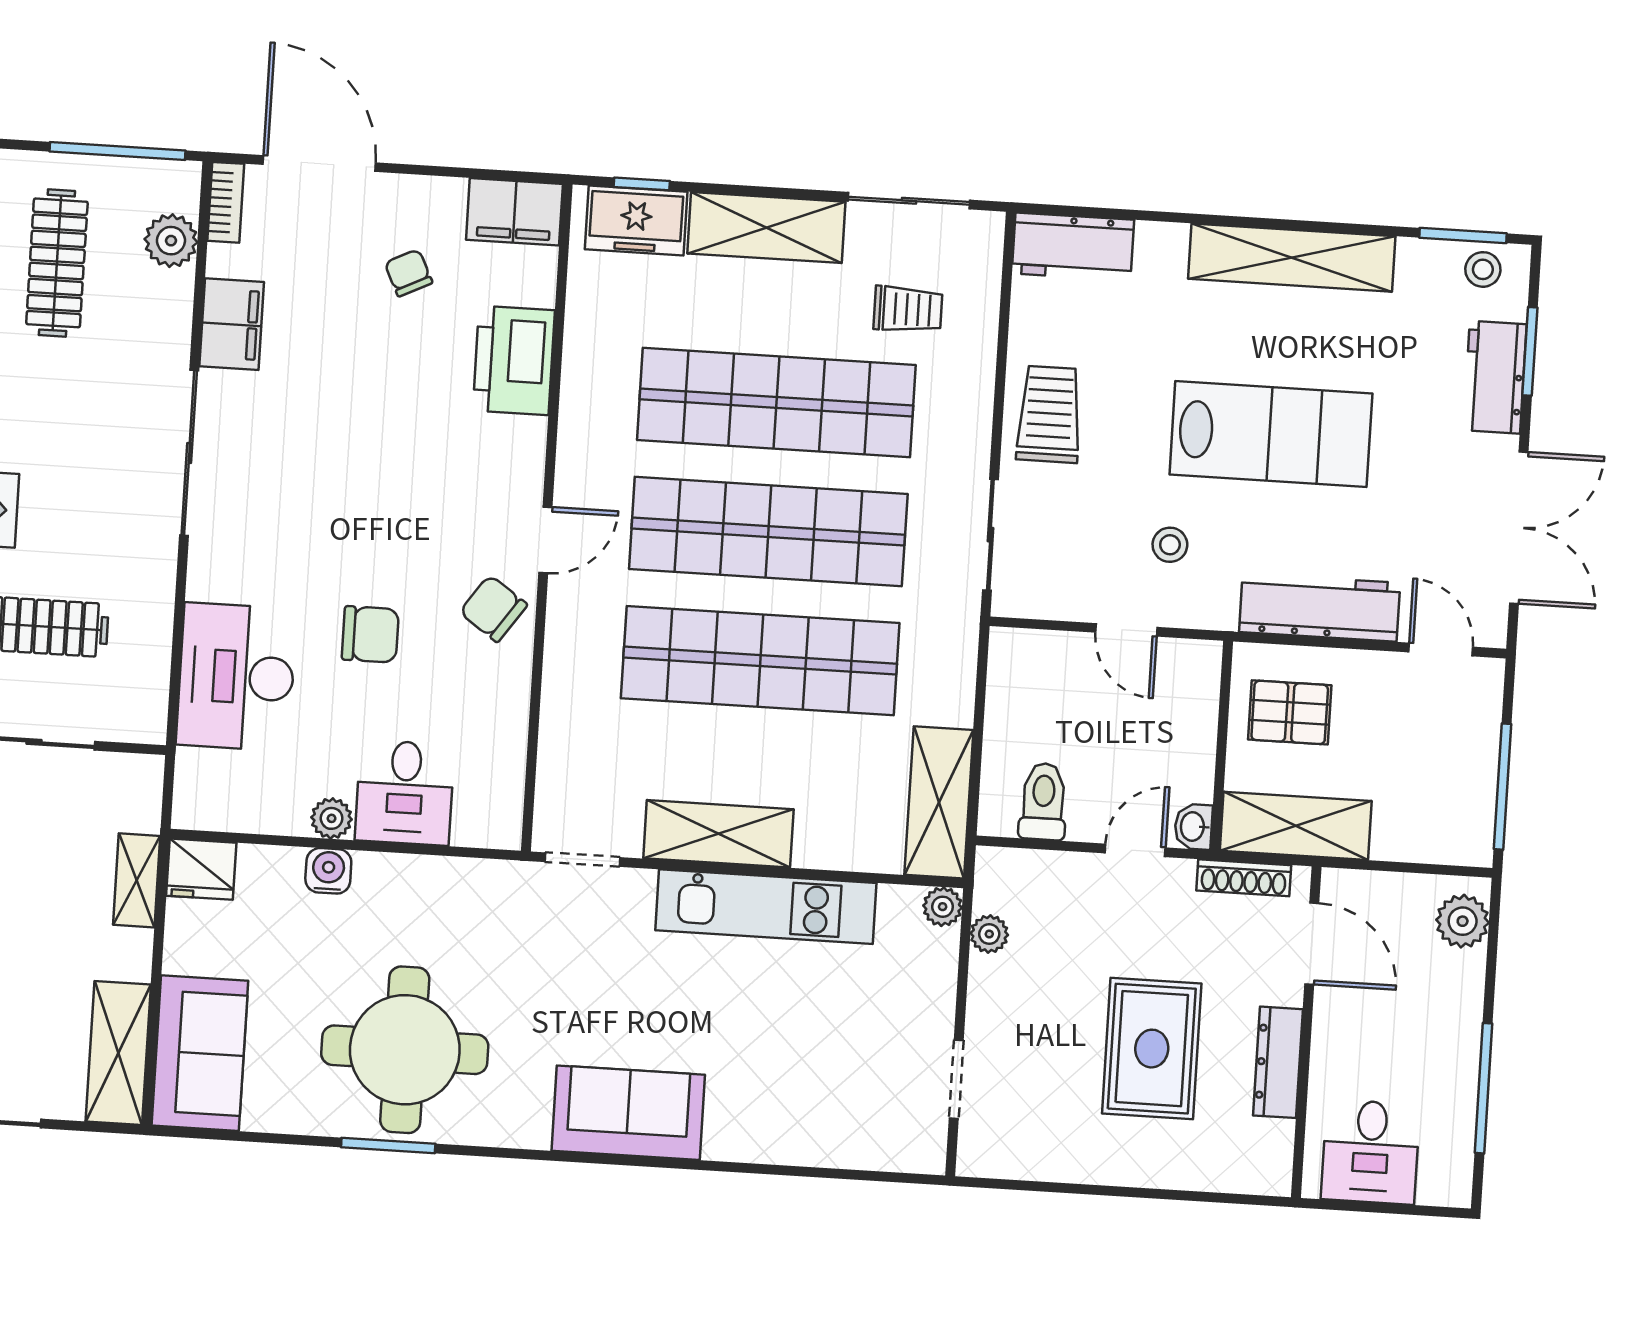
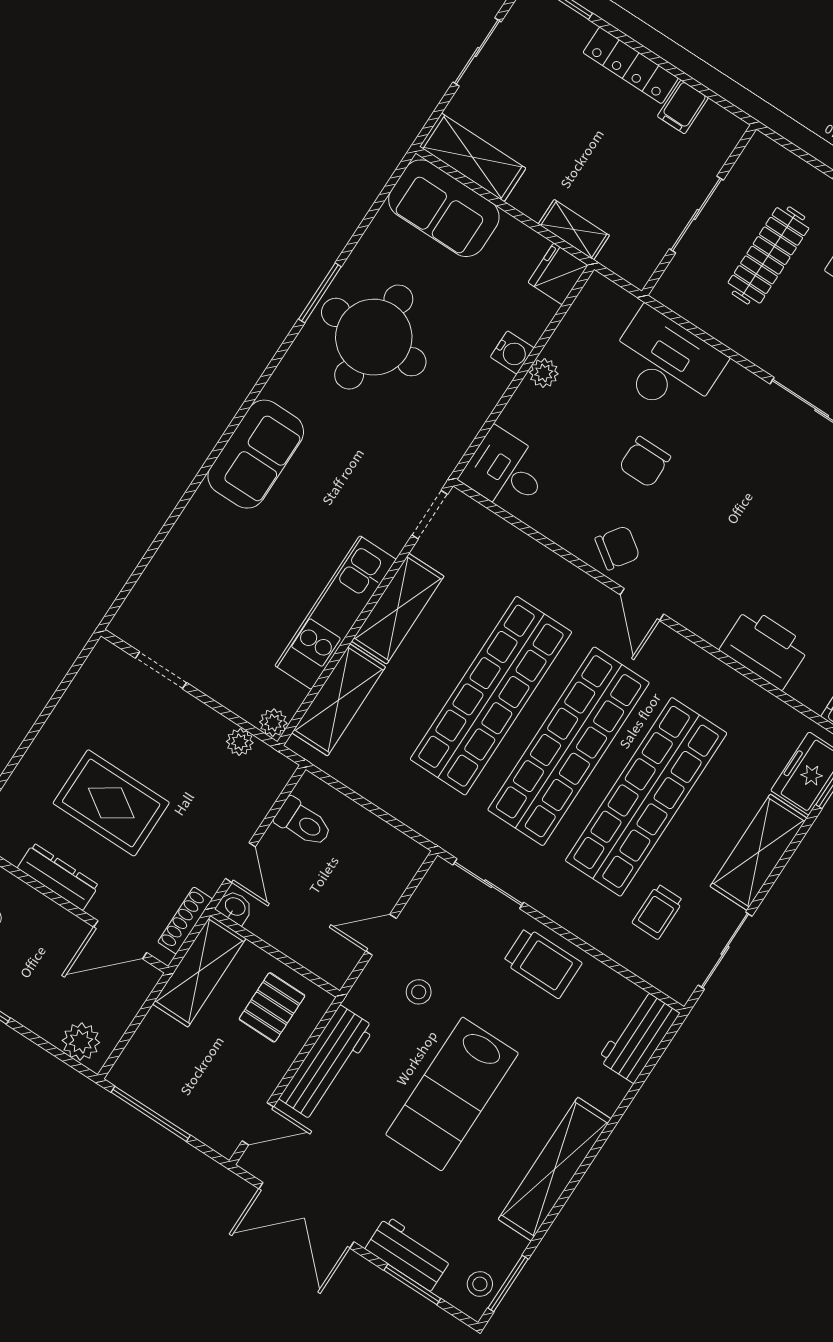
desk: (405, 793) -> (506, 471), moved
shelving: (939, 802) -> (339, 700), moved, turned 90

